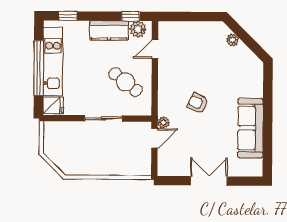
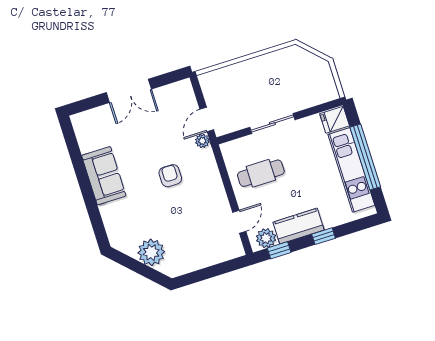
window: (68, 16) -> (324, 236), moved
plant: (232, 40) -> (151, 252), width x1.88, depth x1.88
cafe table: (125, 82) -> (261, 173), turned -38
armchair: (198, 103) -> (170, 176), turned -115
sofa: (250, 128) -> (104, 176), width x0.73

